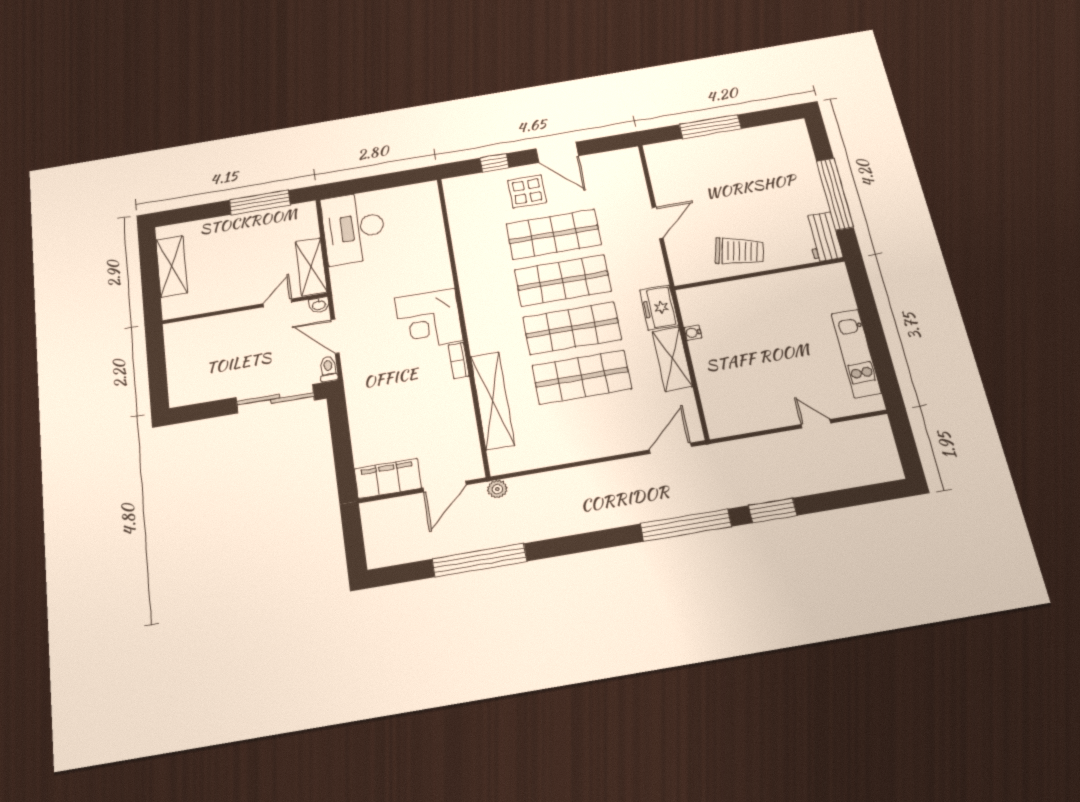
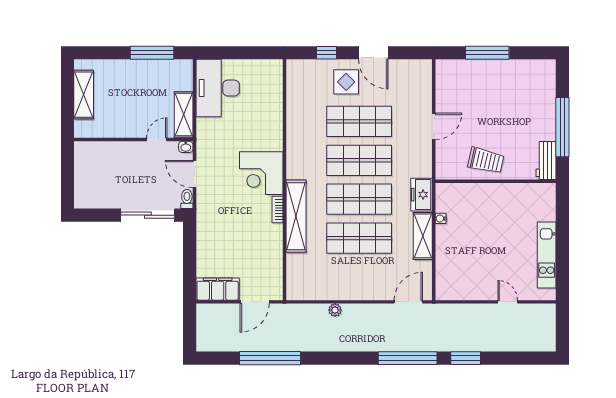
shelving: (492, 400) -> (296, 216), moved
plant: (497, 489) -> (335, 310), moved

